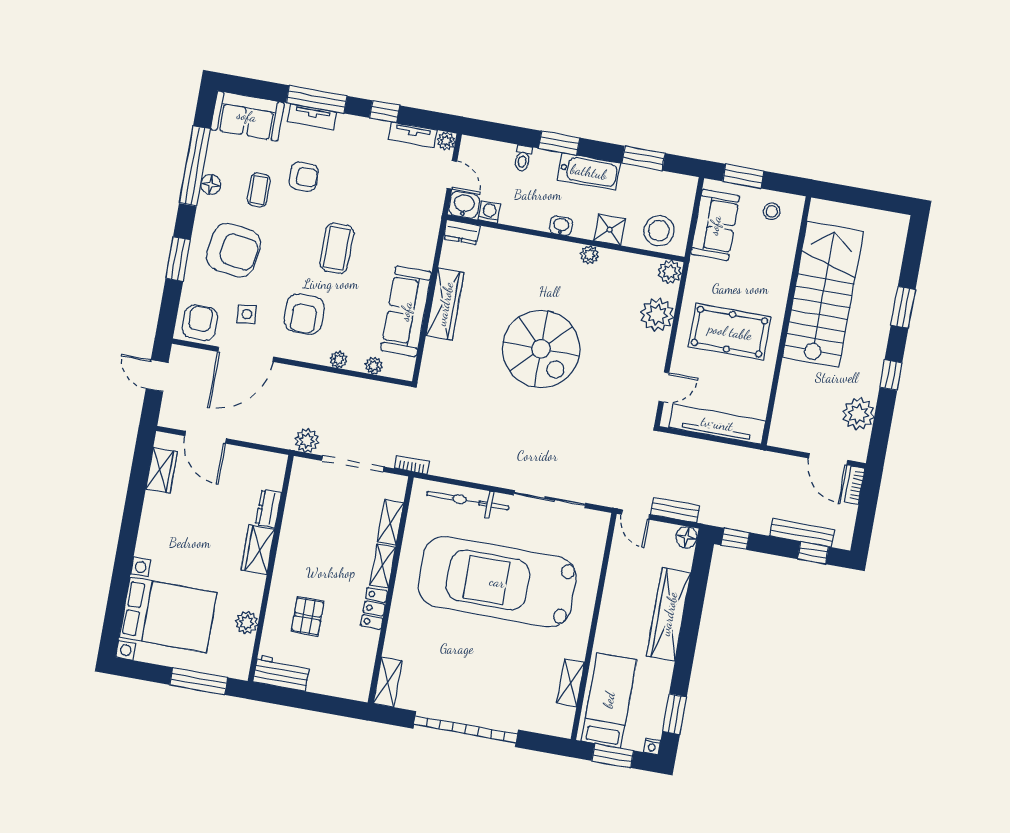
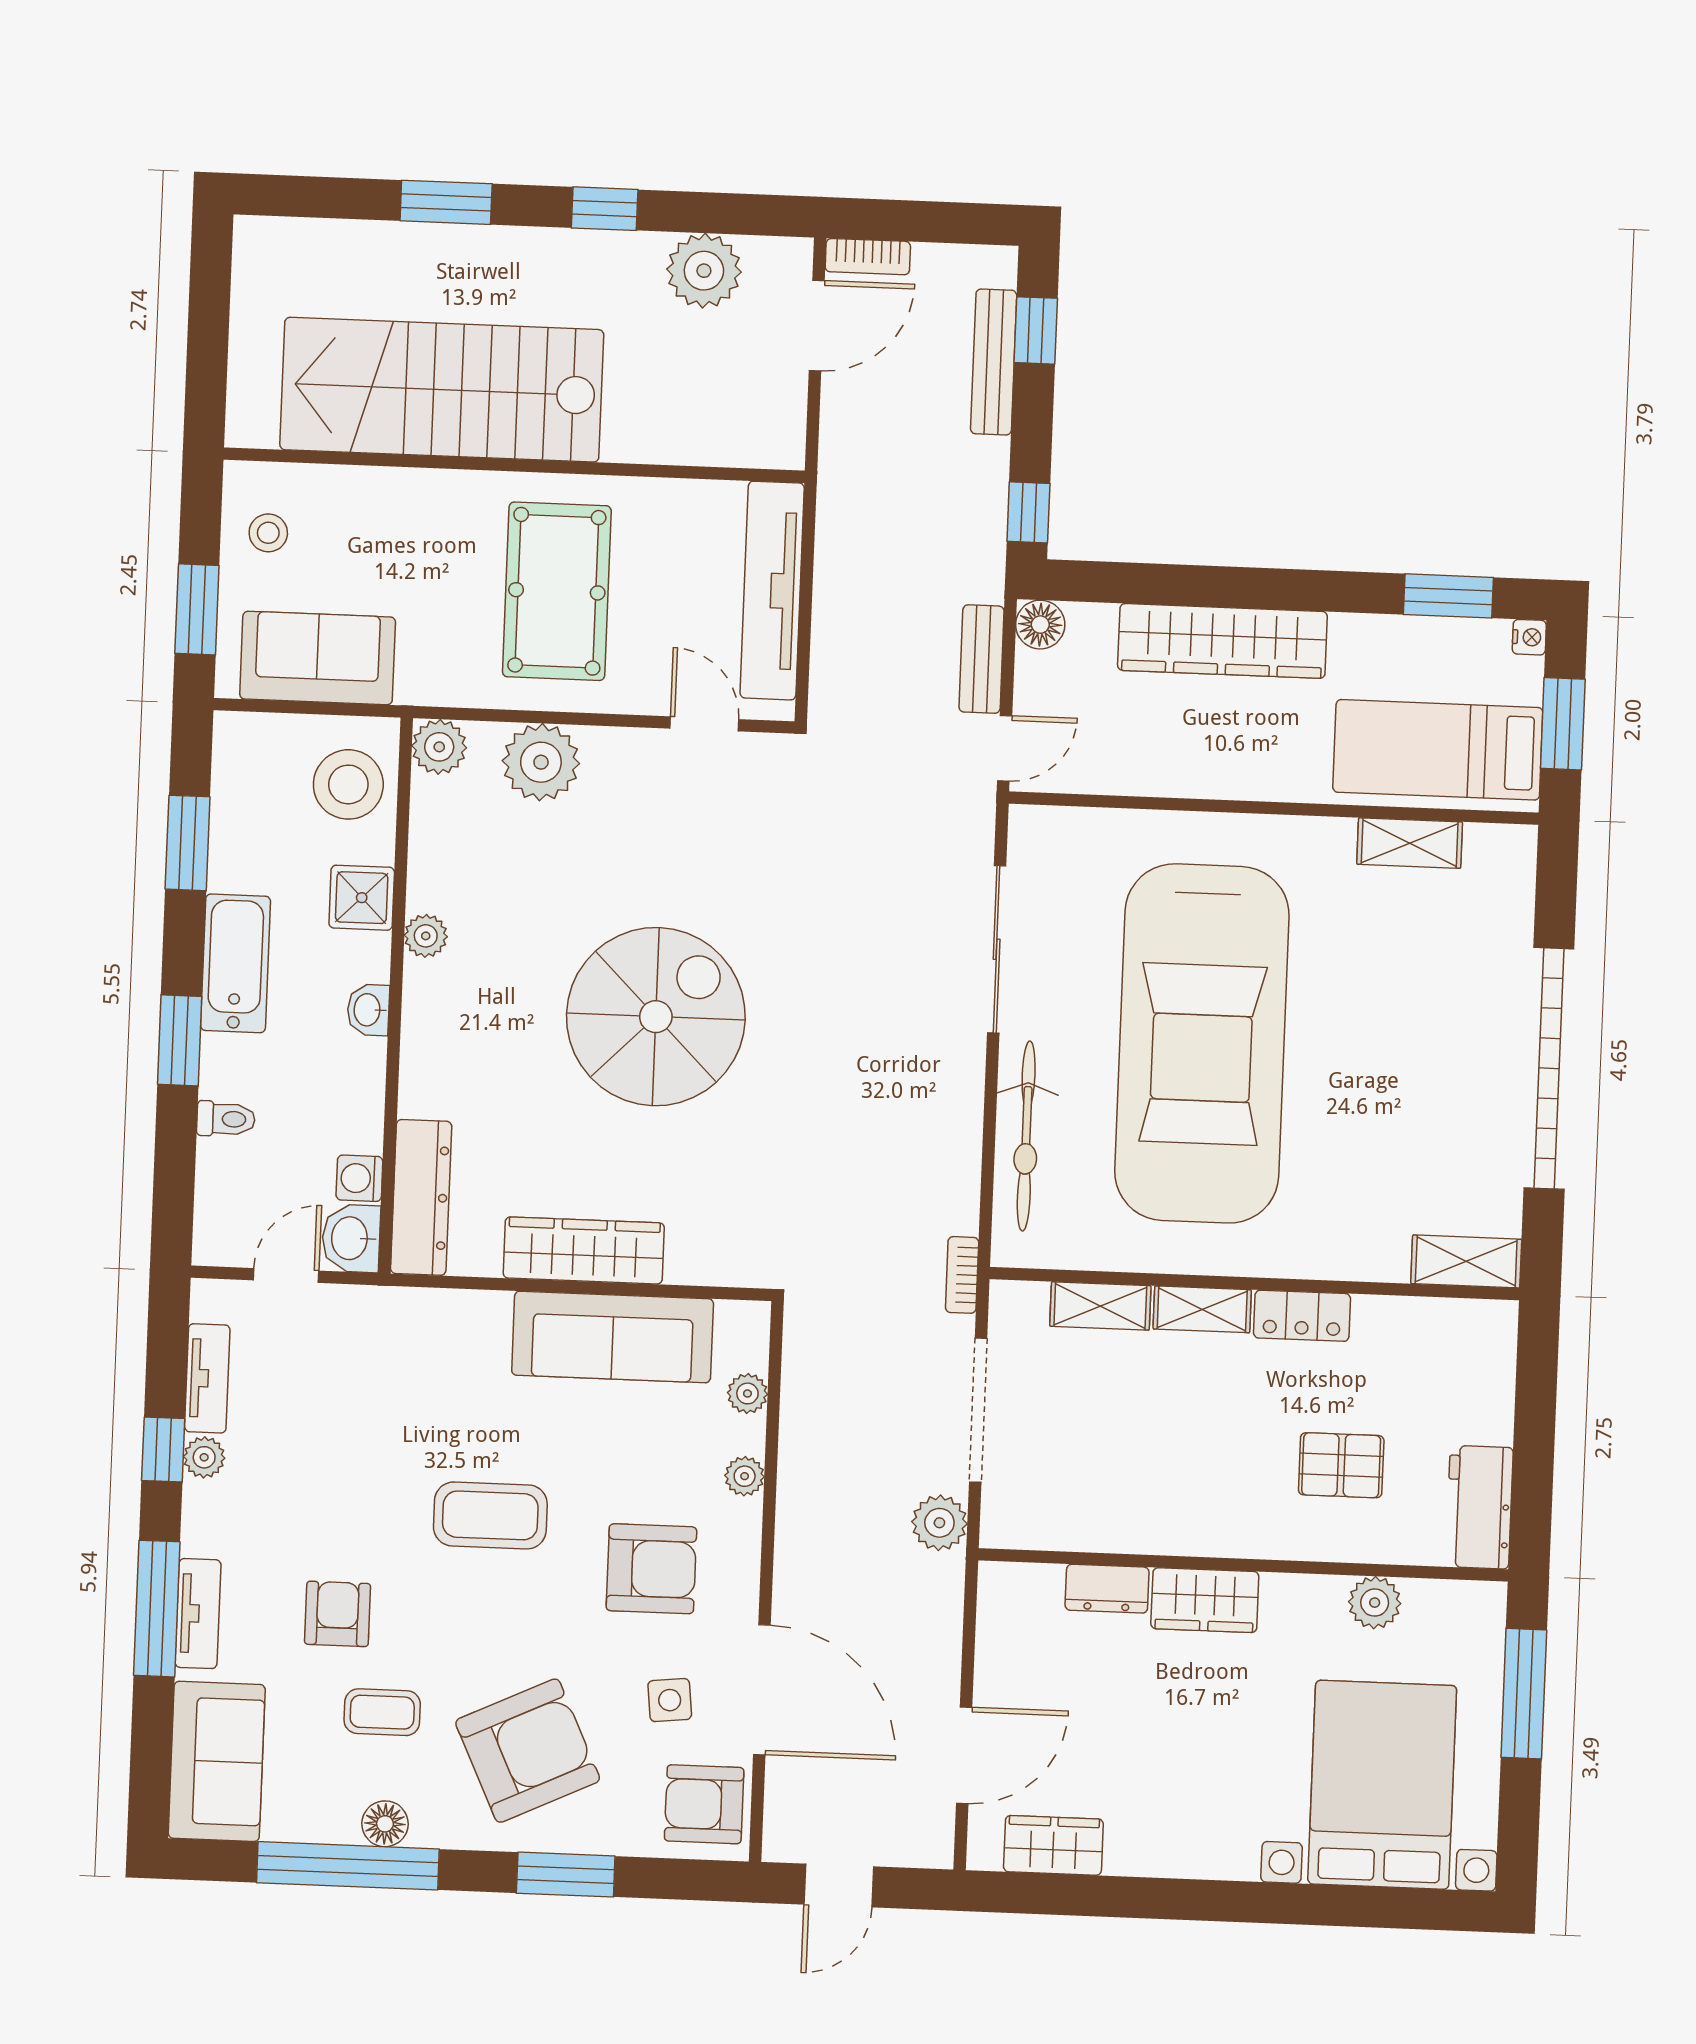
plant: (446, 141) -> (204, 1457), moved
dresser: (462, 232) -> (421, 1197), width x1.96, depth x1.24
armchair: (234, 250) -> (528, 1751), turned 57

